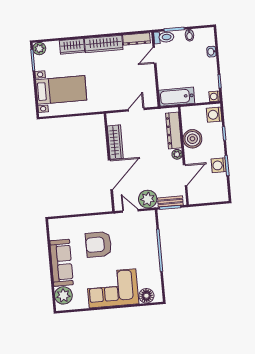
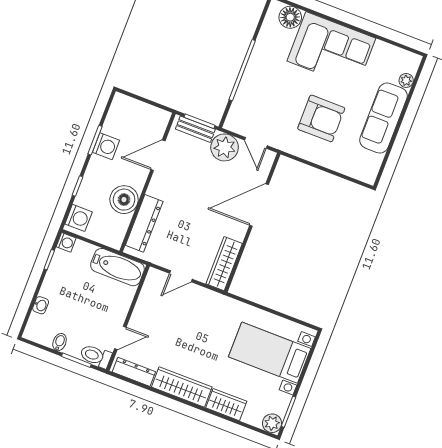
wardrobe: (115, 142) -> (224, 264), moved
plant: (177, 154) -> (155, 189), removed
plant: (63, 295) -> (406, 80), width x0.53, depth x0.53

